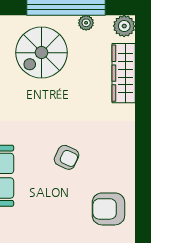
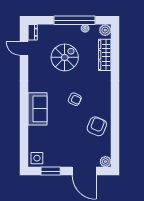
spiral stairs: (42, 53) -> (65, 57), moved, turned 180
armchair: (108, 209) -> (97, 126), turned 113

